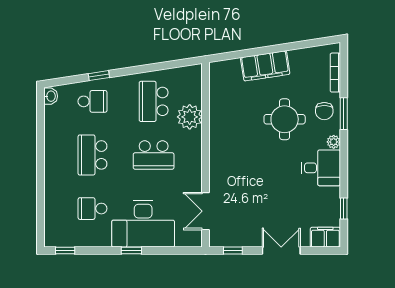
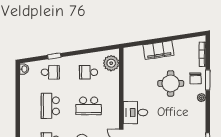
school desk: (154, 101) -> (89, 72), width x0.54
plant: (190, 117) -> (111, 63), moved
desk: (321, 168) -> (135, 112), moved, turned 180

